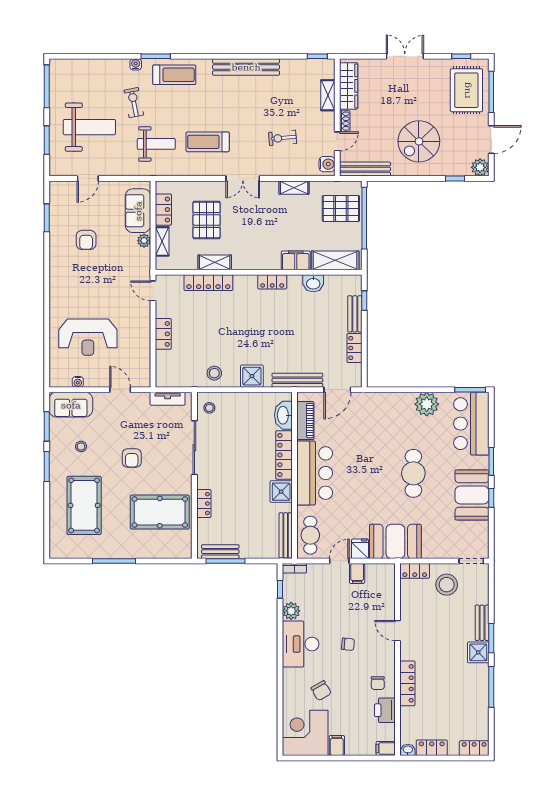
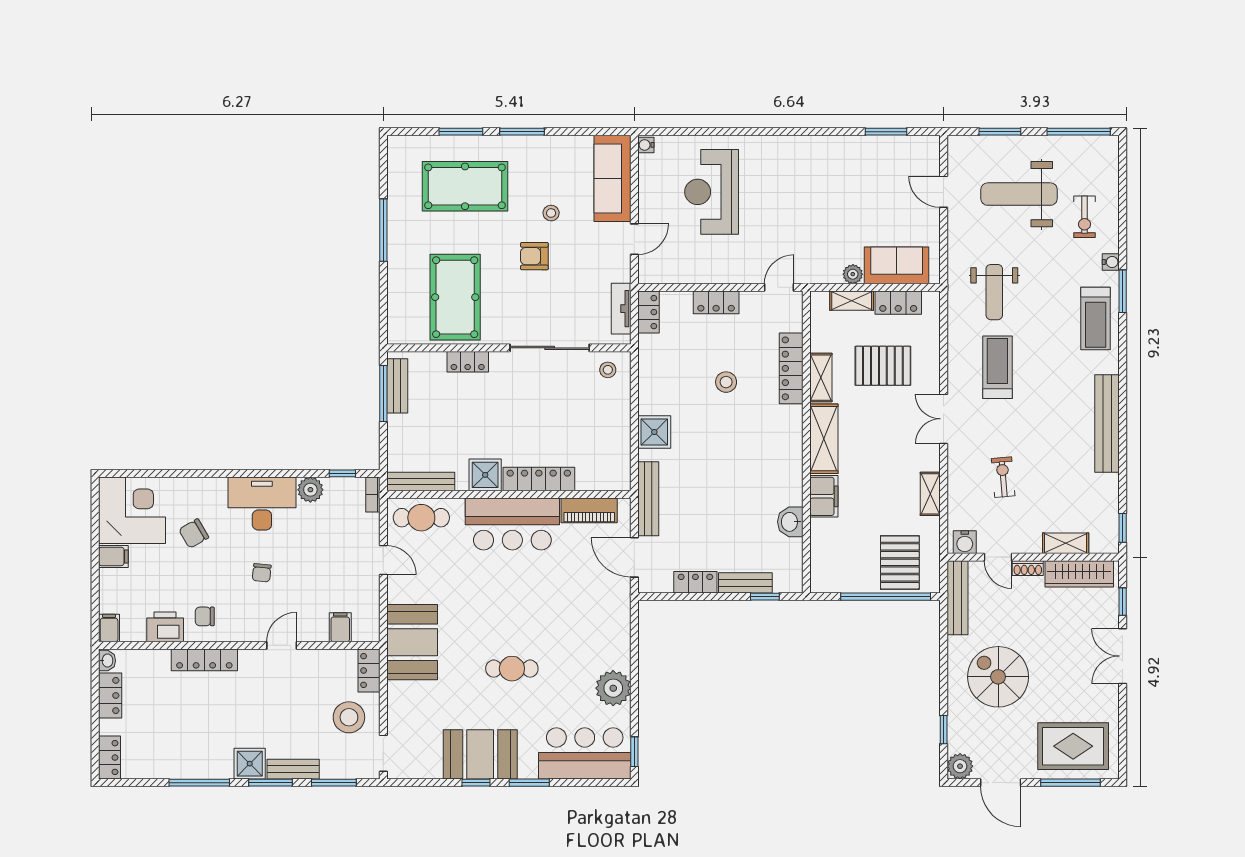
double door: (405, 56) -> (1123, 656), swing flipped
window: (461, 56) -> (1123, 602), moved
exercise bike: (134, 103) -> (1085, 217), moved, turned 101
weight bench: (89, 127) -> (1019, 194), turned 90
armchair: (86, 240) -> (854, 189), removed
shelving: (335, 260) -> (824, 439), moved
locker: (272, 282) -> (649, 312), moved, turned 180
stool: (214, 373) -> (726, 382), moved
water cooler: (78, 382) -> (646, 145), moved
window: (470, 390) -> (634, 752), width x0.67
sofa: (71, 405) -> (613, 178), width x1.36
washbasin: (283, 415) -> (597, 478), removed
window: (47, 426) -> (461, 132), moved
stool: (81, 446) -> (551, 213), moved
cafe table: (413, 473) -> (512, 669), width x0.73, depth x0.74
fridge: (360, 549) -> (401, 590), removed
filing cabinet: (357, 574) -> (340, 627), moved, turned 90
window: (491, 595) -> (334, 783), added

